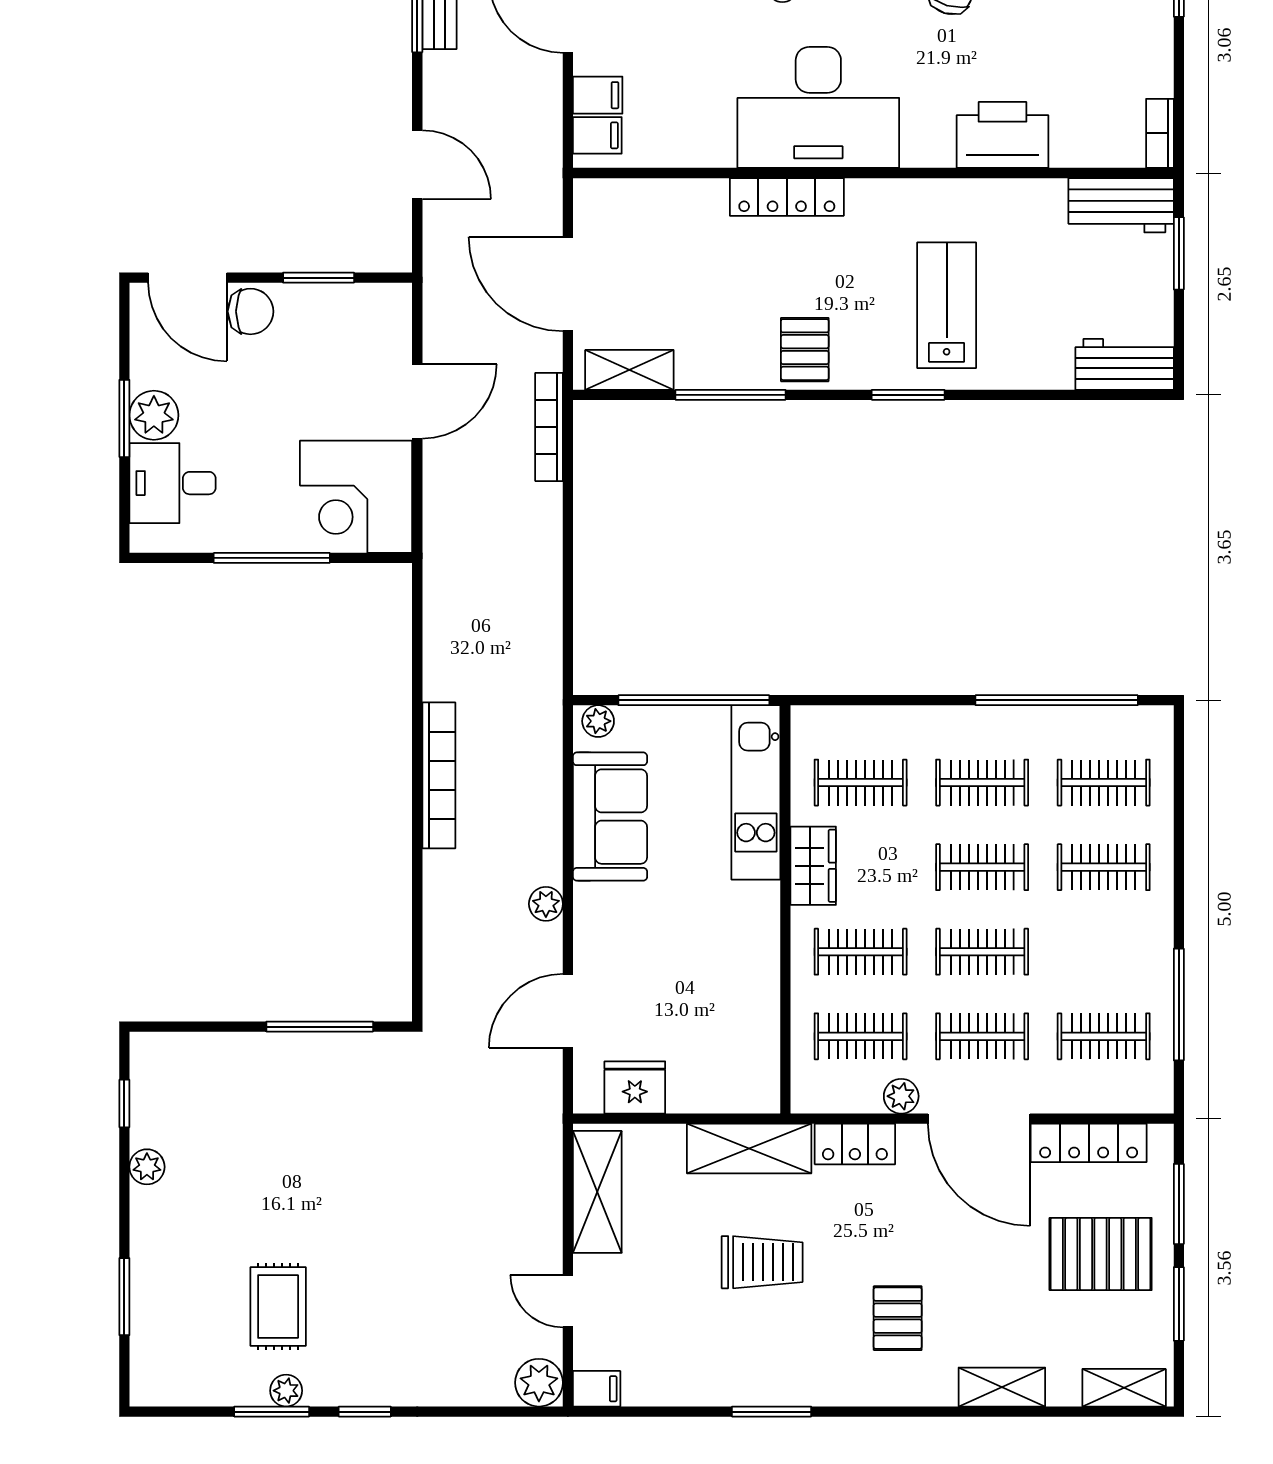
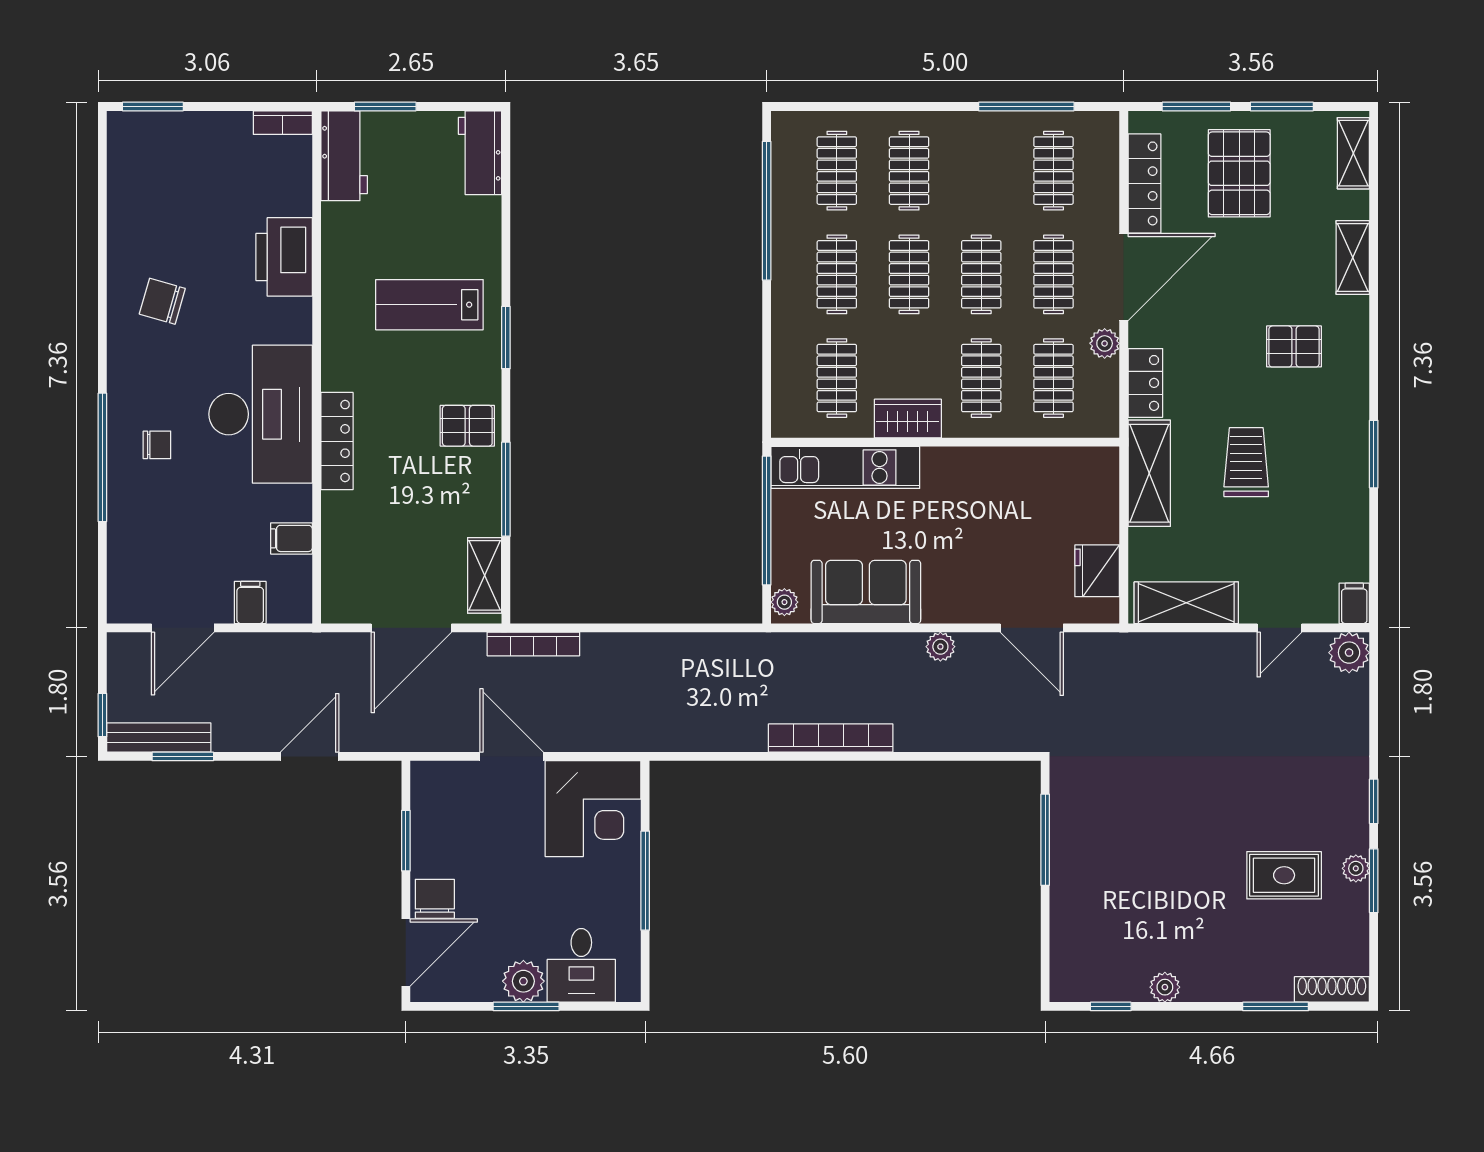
filing cabinet: (597, 135) -> (292, 538), moved, turned -90
shoe rack: (144, 1363) -> (1332, 989), added

